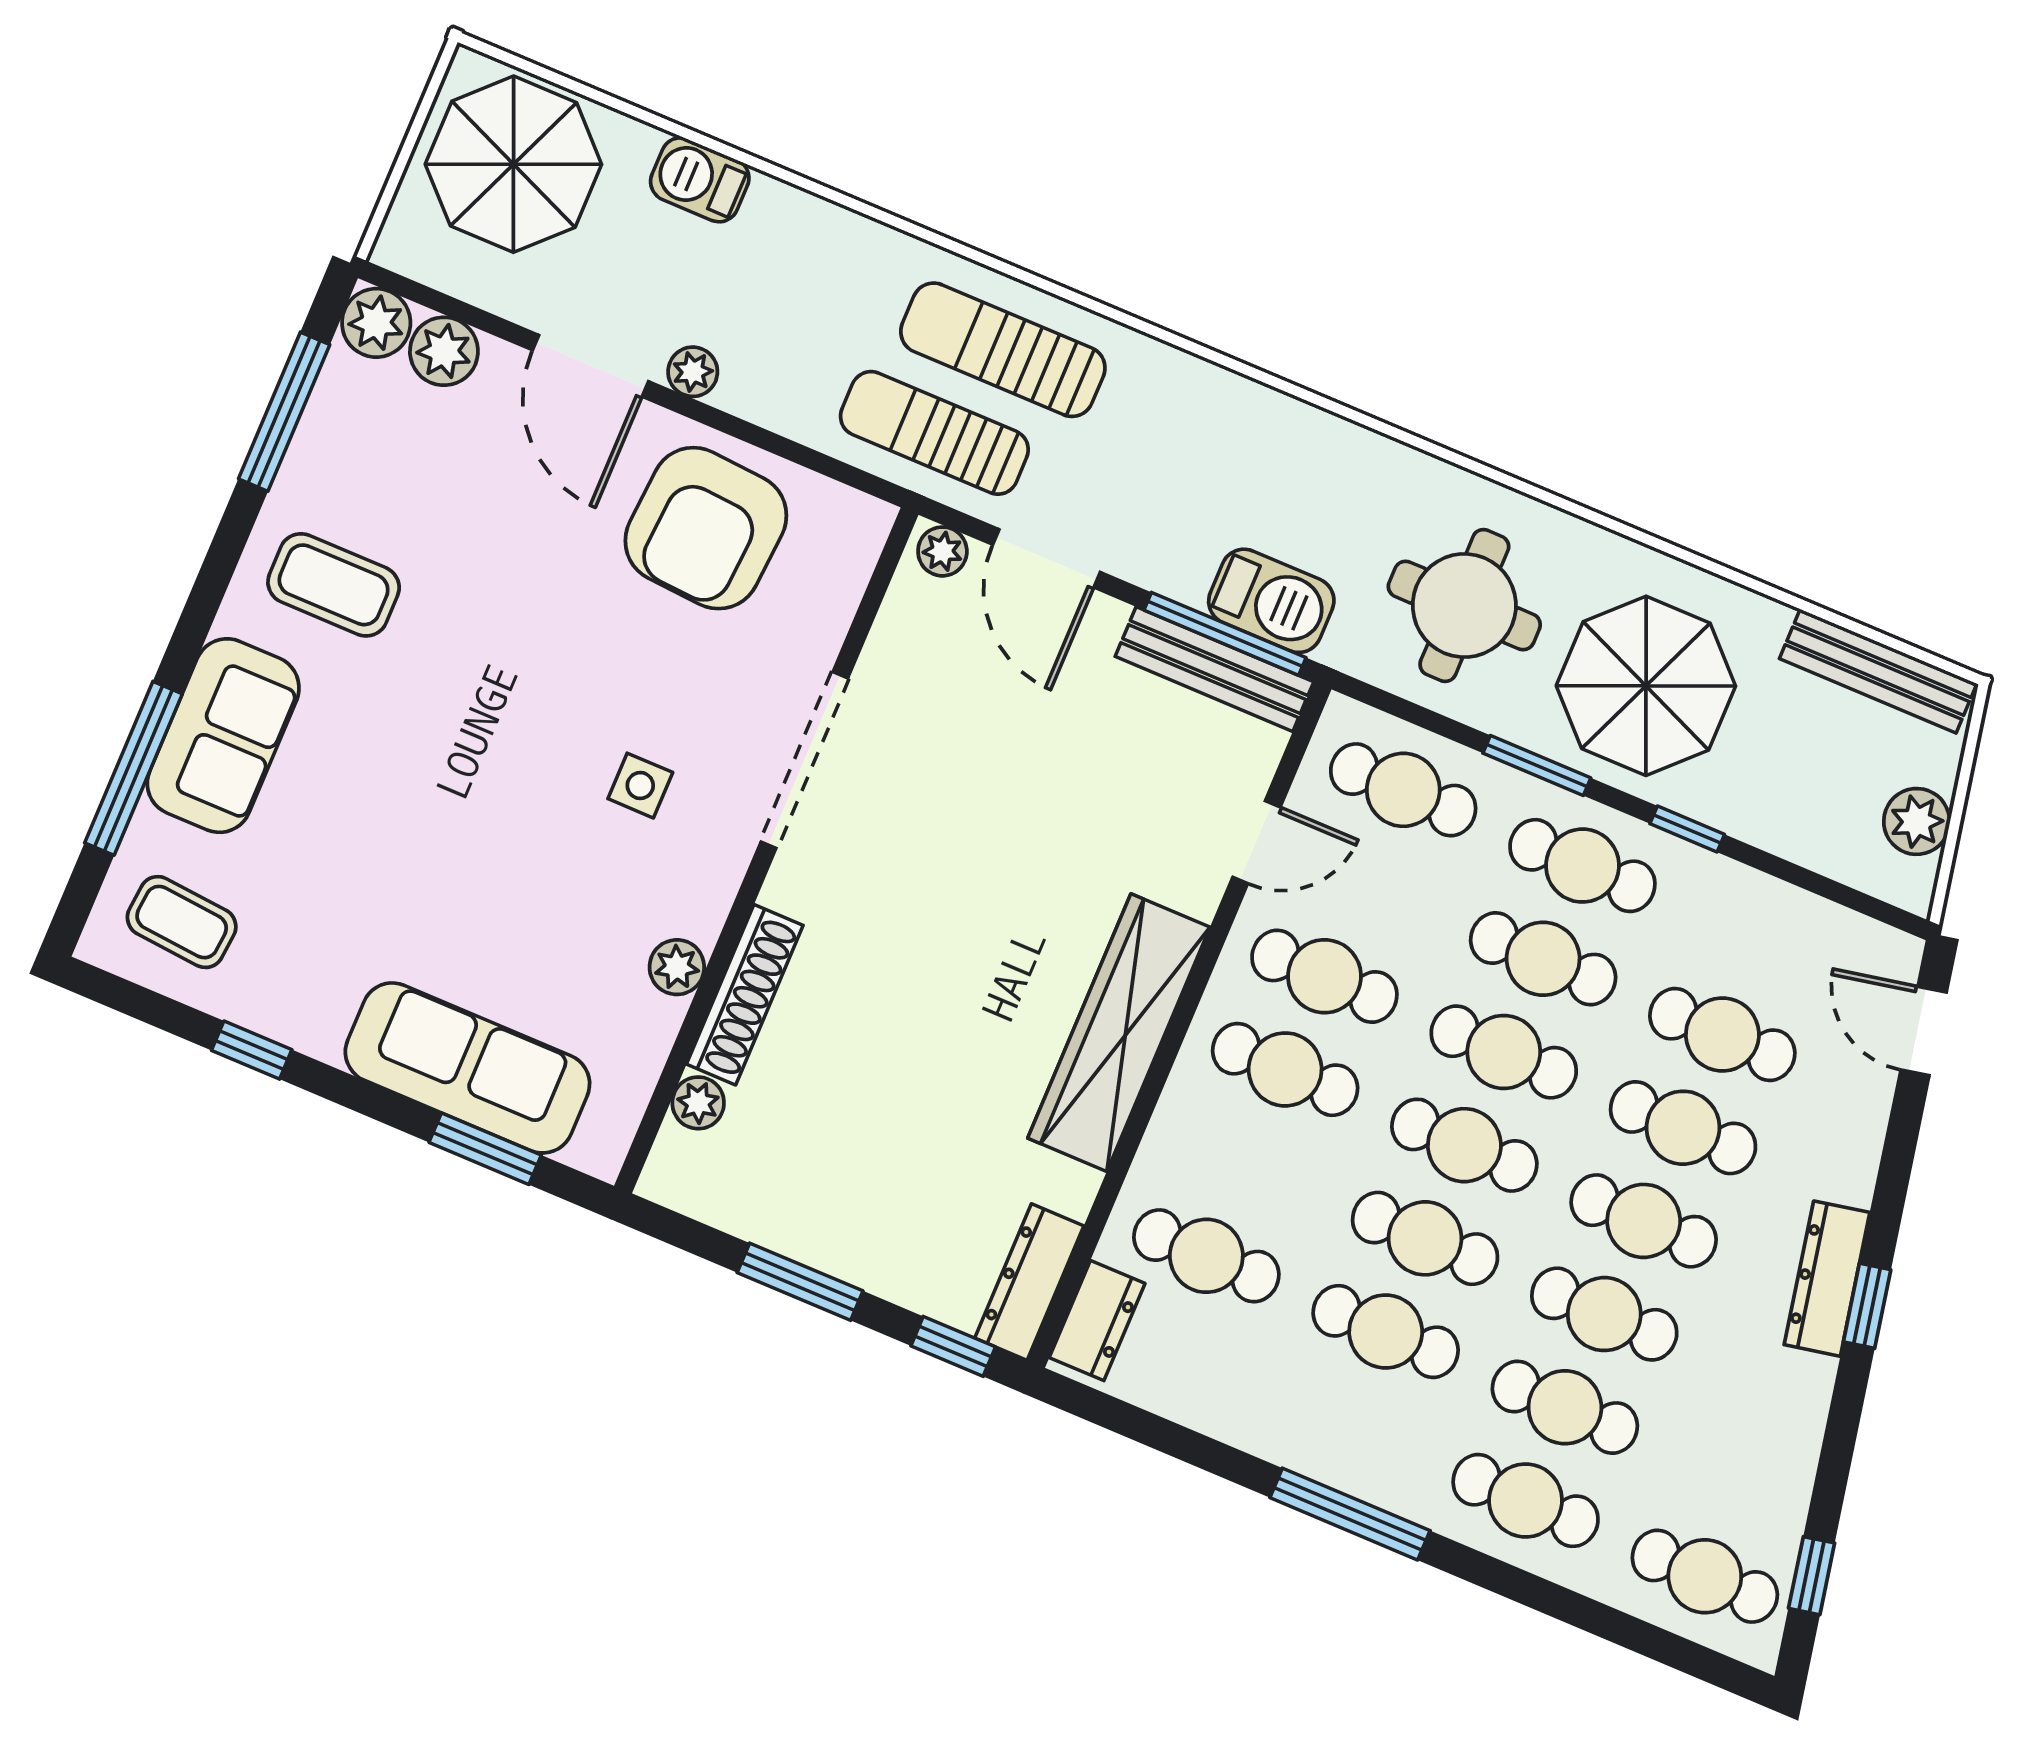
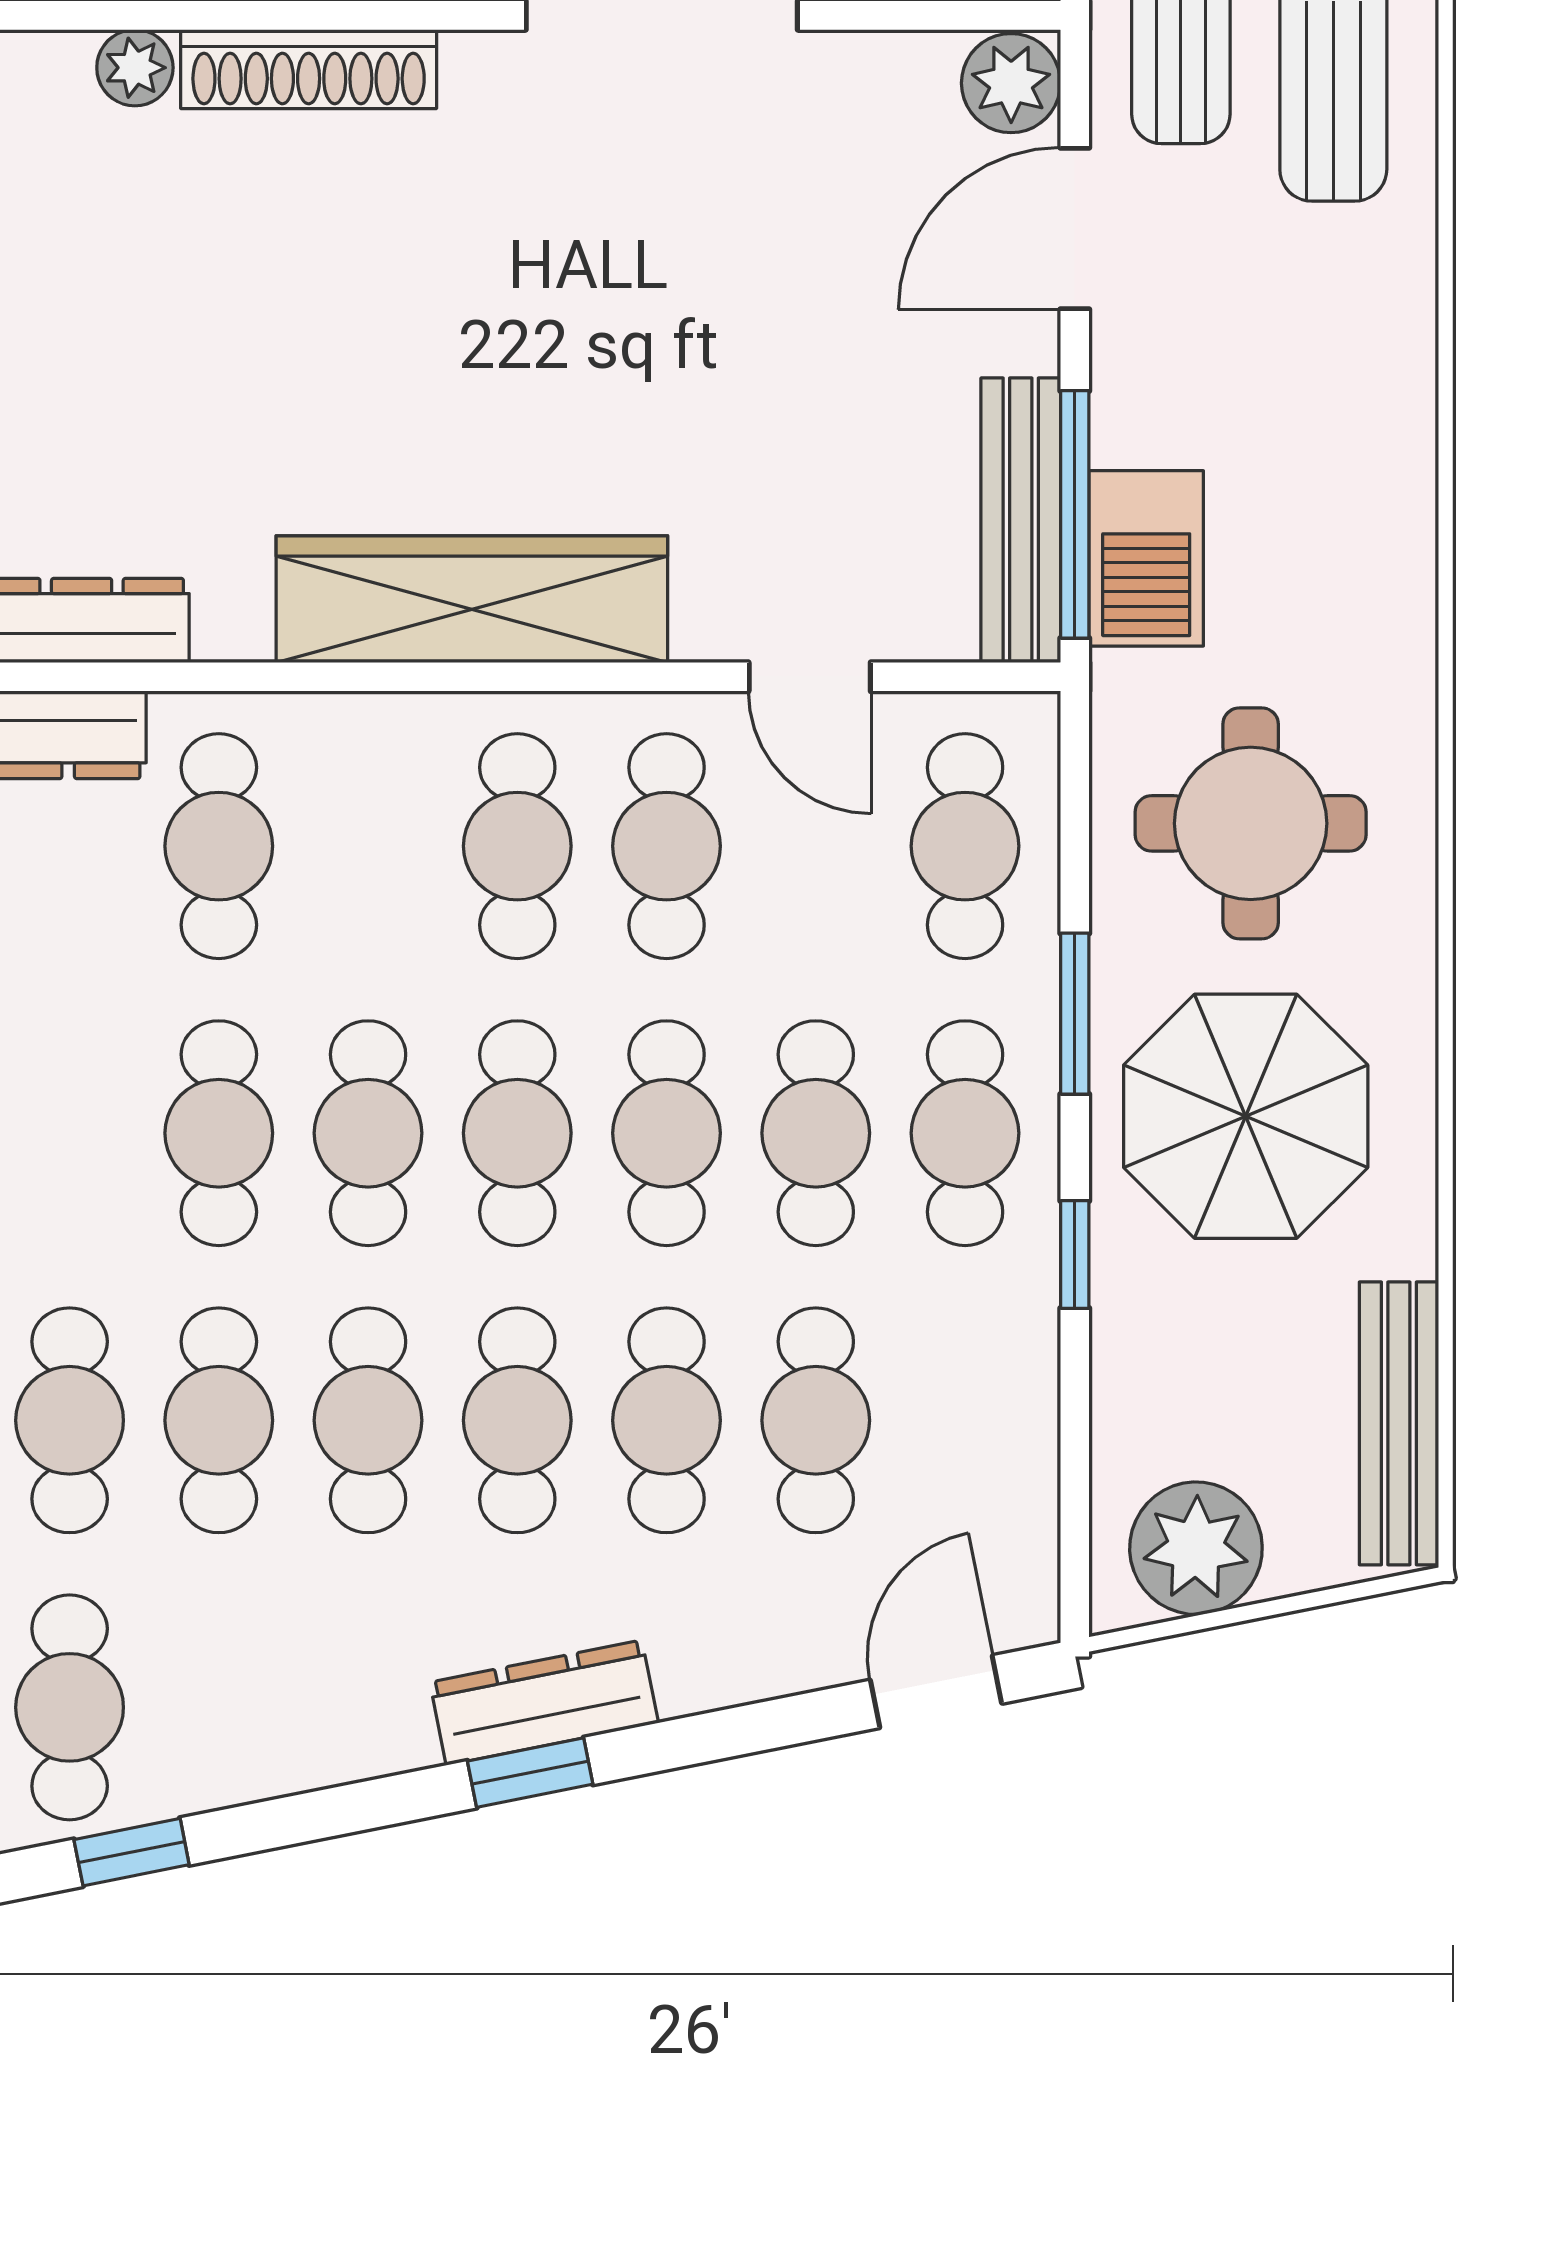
plant: (942, 551) -> (1011, 83), width x1.38, depth x1.38
plant: (1917, 821) -> (1196, 1548), width x1.36, depth x1.36

